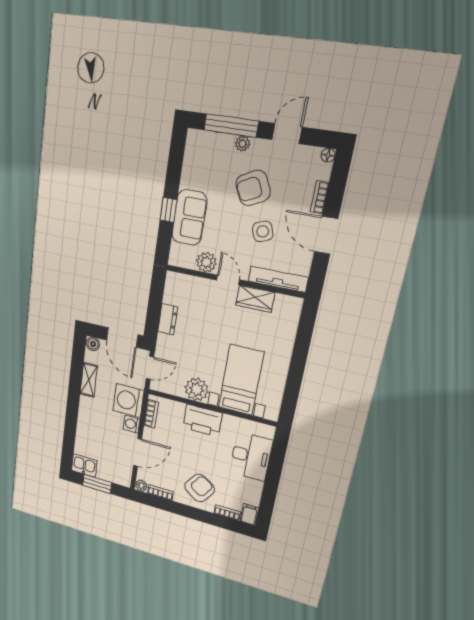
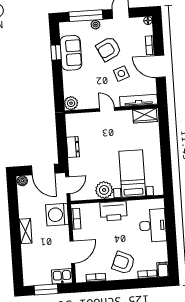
window: (168, 210) -> (56, 52), moved
sofa: (189, 218) -> (71, 53), moved
plant: (206, 262) -> (71, 103), moved
wardrobe: (255, 299) -> (145, 116), moved
shelving: (89, 380) -> (26, 231), moved
washing machine: (132, 424) -> (63, 232), removed
kitchen sink: (84, 466) -> (62, 276), moved
plant: (141, 486) -> (81, 278), removed
armchair: (199, 488) -> (123, 263), turned -101

